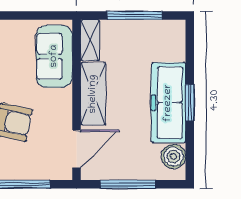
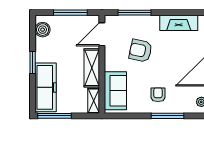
window: (135, 15) -> (54, 116), moved
freezer: (168, 103) -> (46, 87), moved

